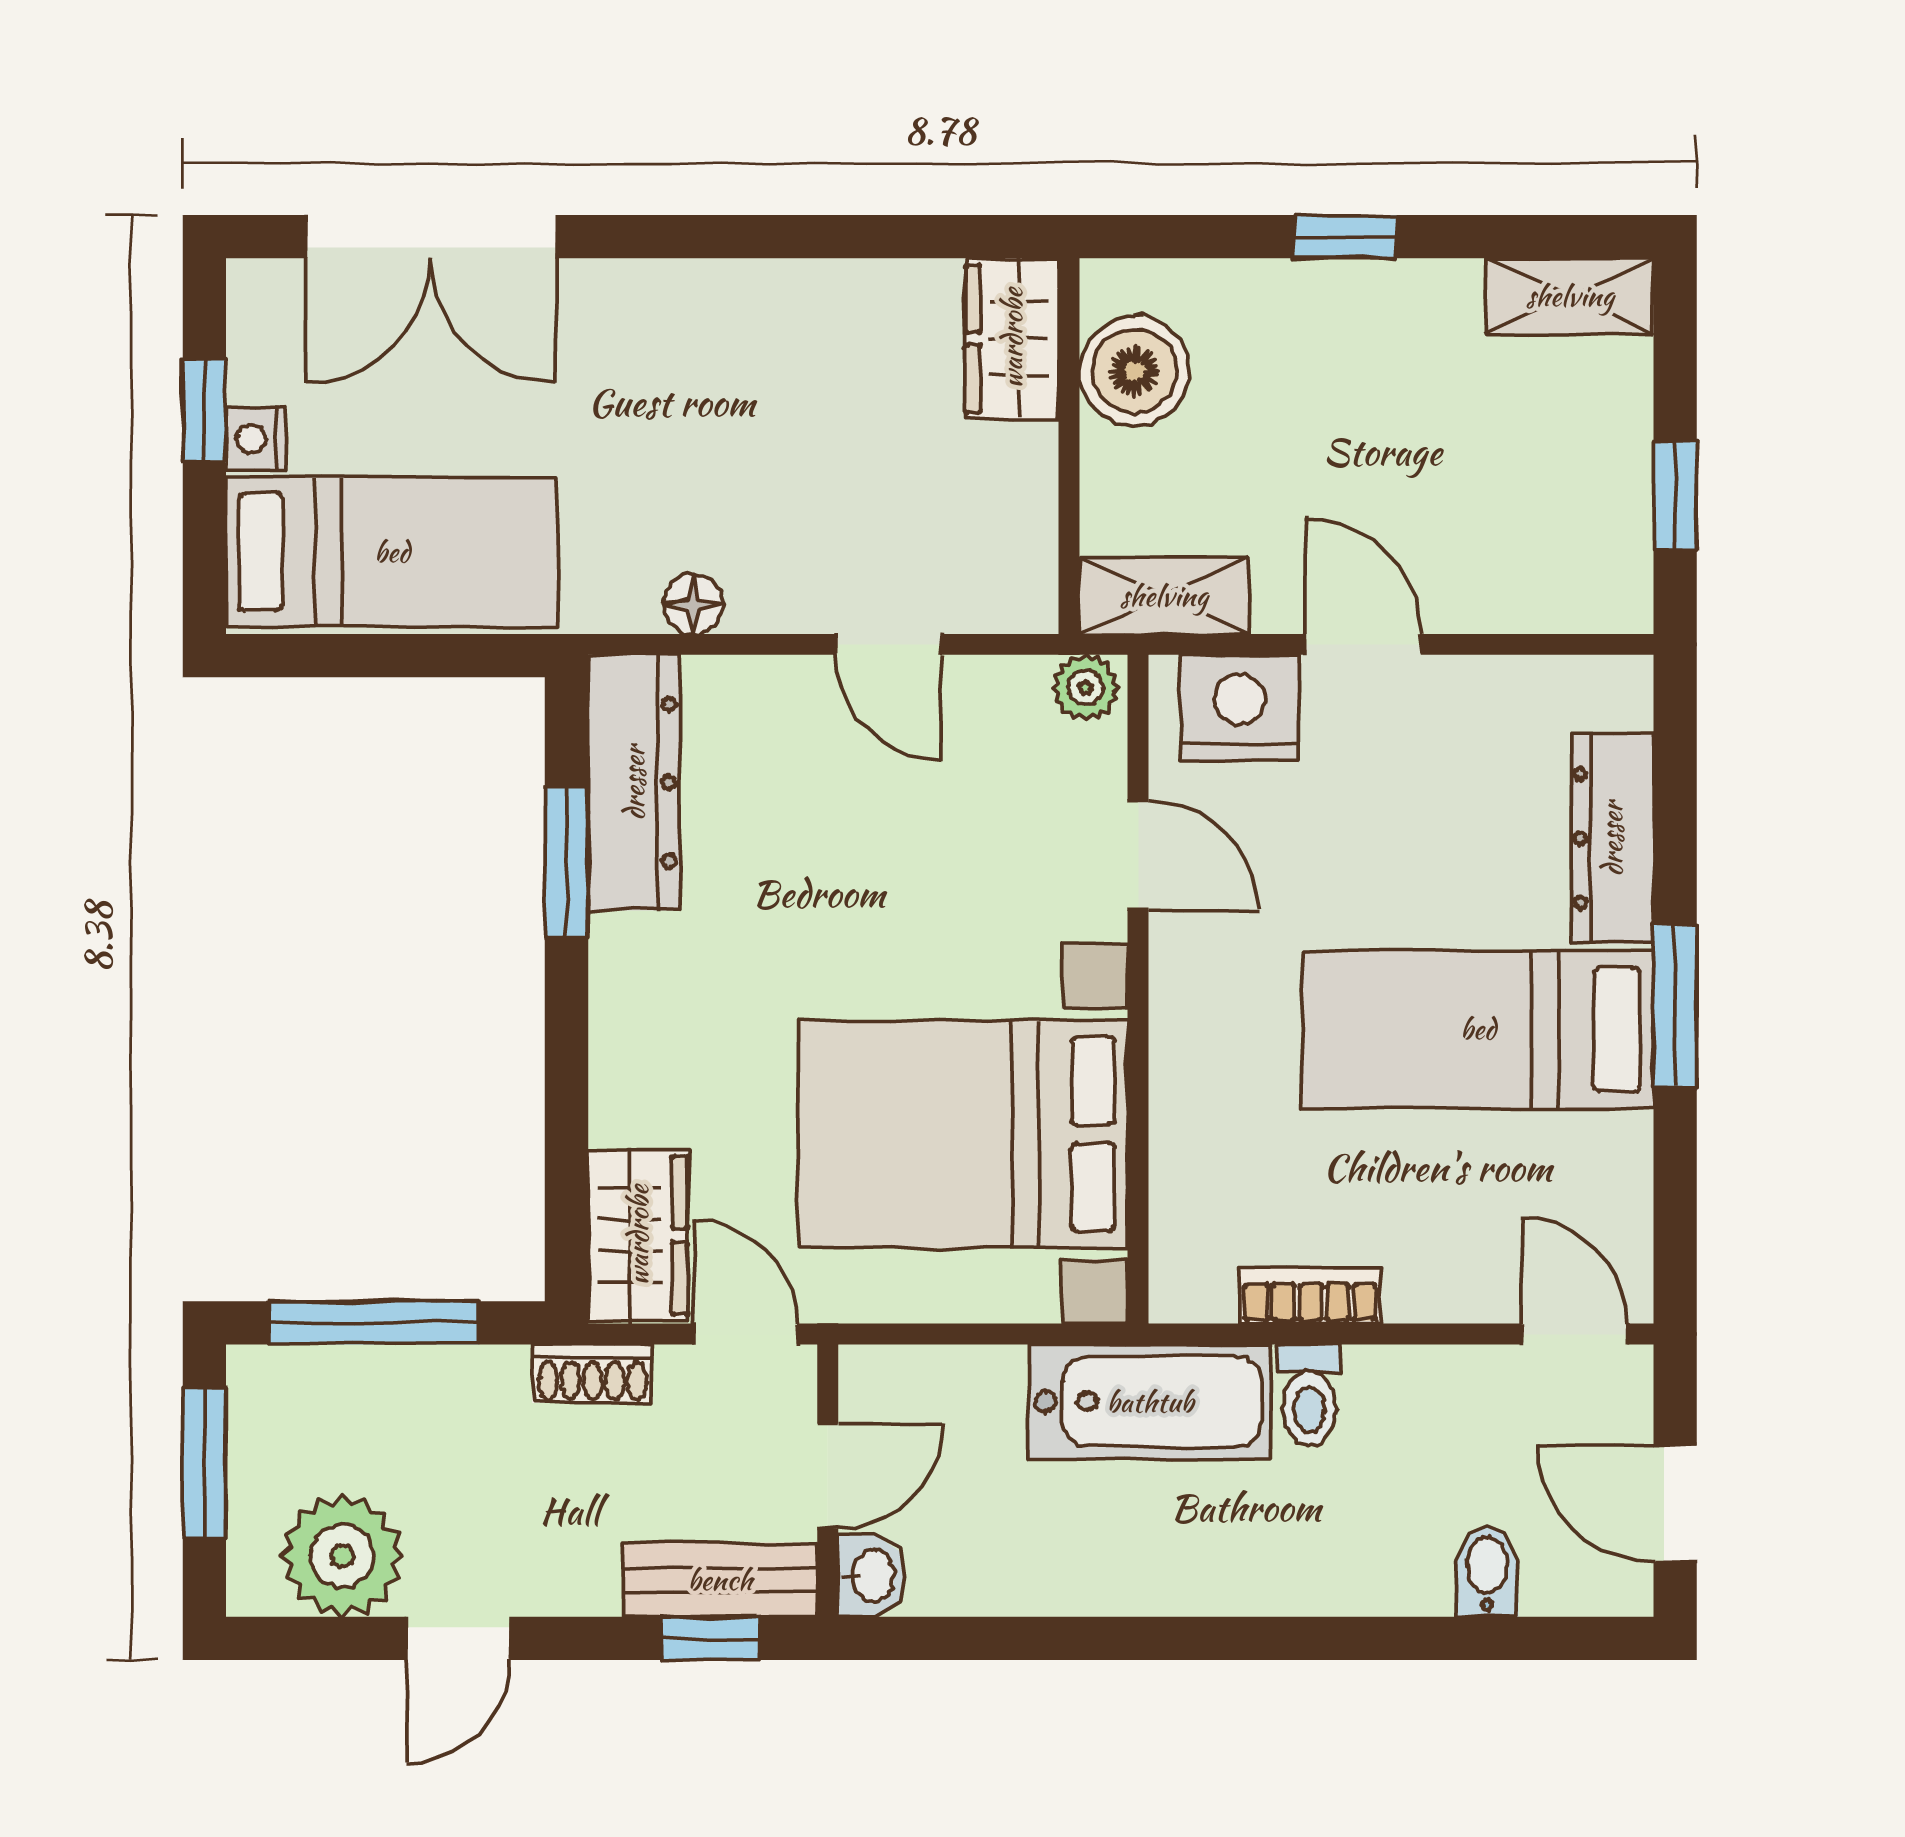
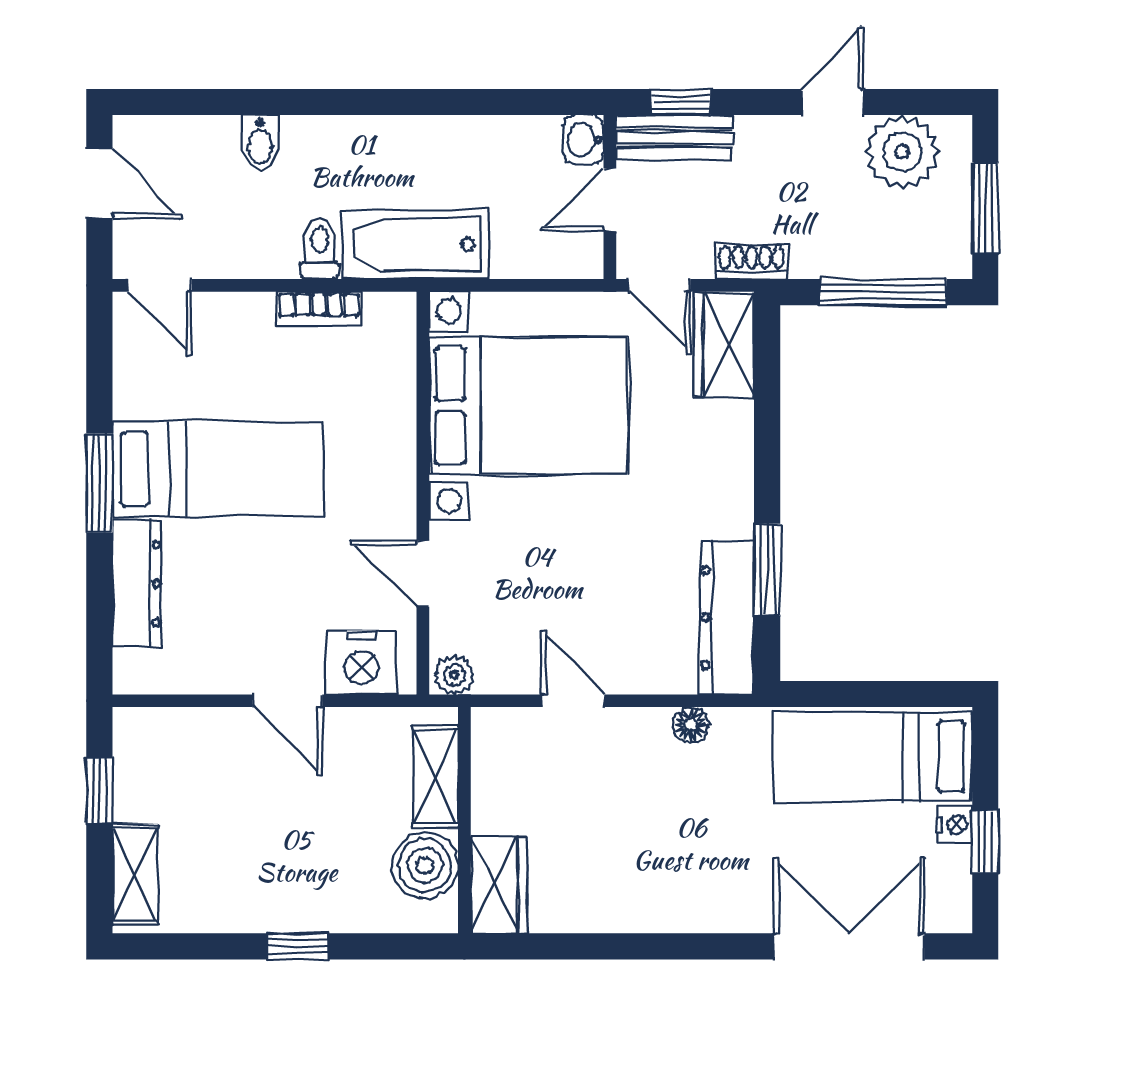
shelving: (1570, 296) -> (135, 874), moved, turned 90
shelving: (1164, 596) -> (435, 777), moved, turned 90
bidet: (1487, 1571) -> (260, 143), moved

